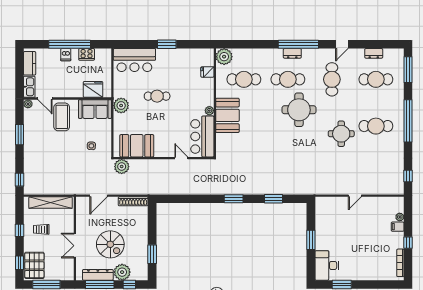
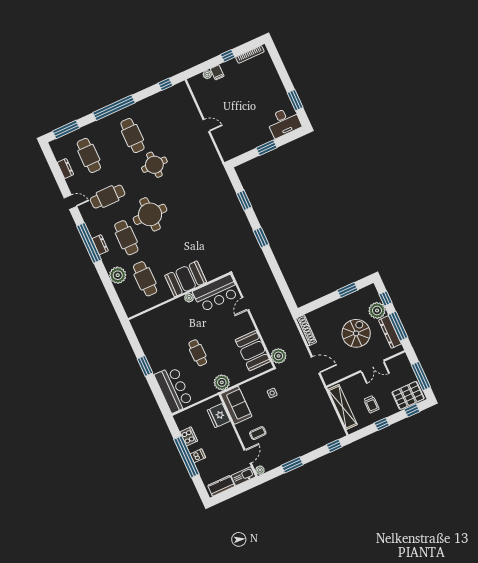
plant: (224, 57) -> (118, 275), moved
fridge: (207, 72) -> (154, 316), removed
coffee table: (62, 117) -> (258, 433), width x0.54, depth x0.58

